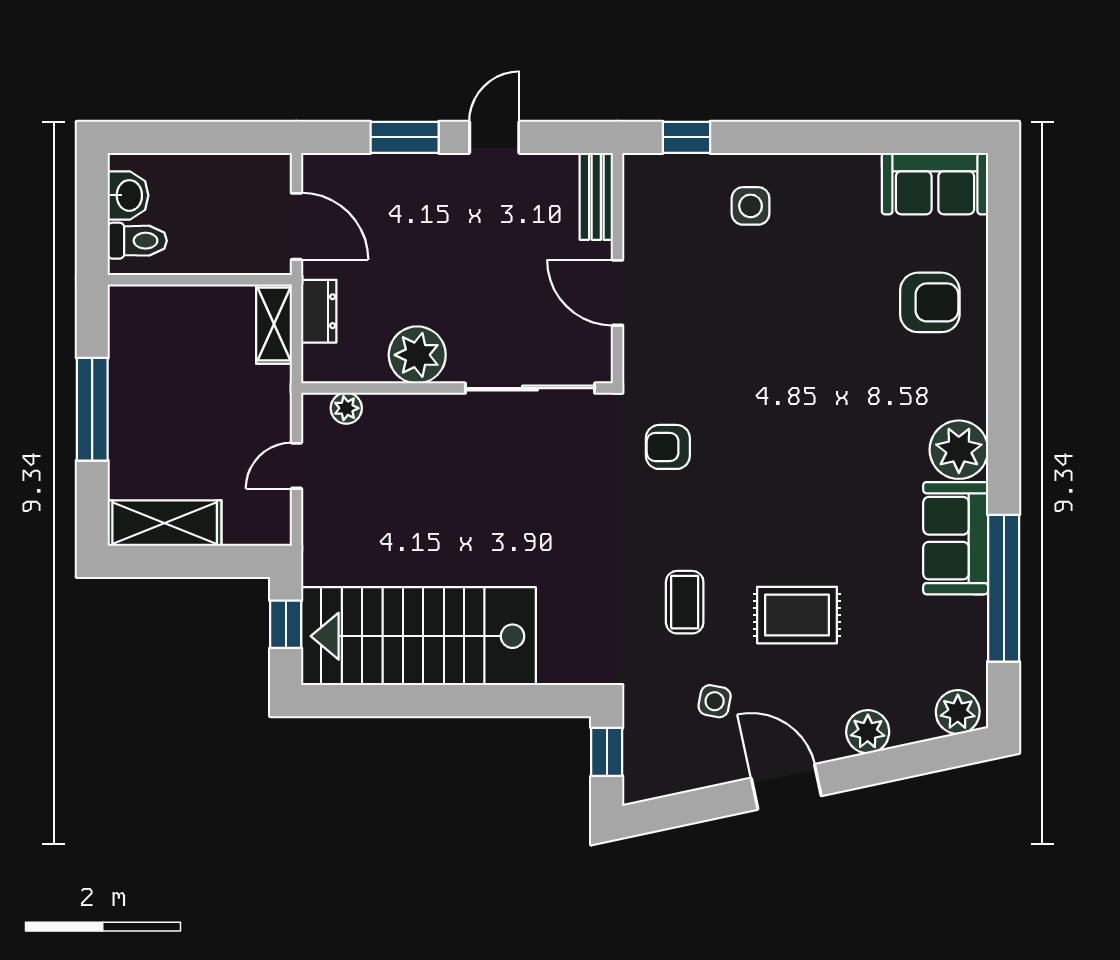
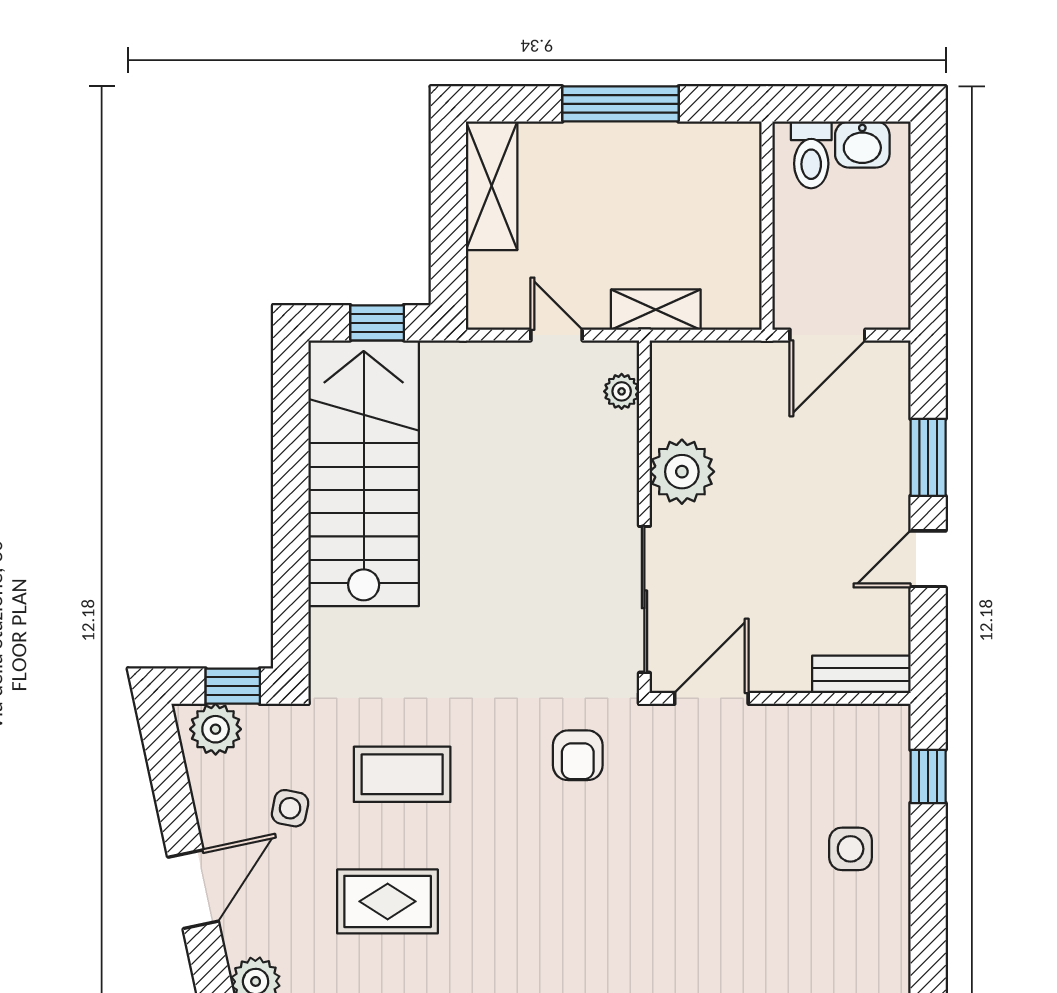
door: (494, 137) -> (928, 559), swing flipped
door: (618, 293) -> (711, 698), moved
dresser: (319, 311) -> (731, 360), removed
shelving: (274, 324) -> (656, 310), moved
armchair: (668, 447) -> (578, 755), turned 180
coffee table: (685, 602) -> (402, 774), width x1.36, depth x1.30
rug: (797, 615) -> (388, 901), turned 90
plant: (645, 767) -> (216, 729), added

